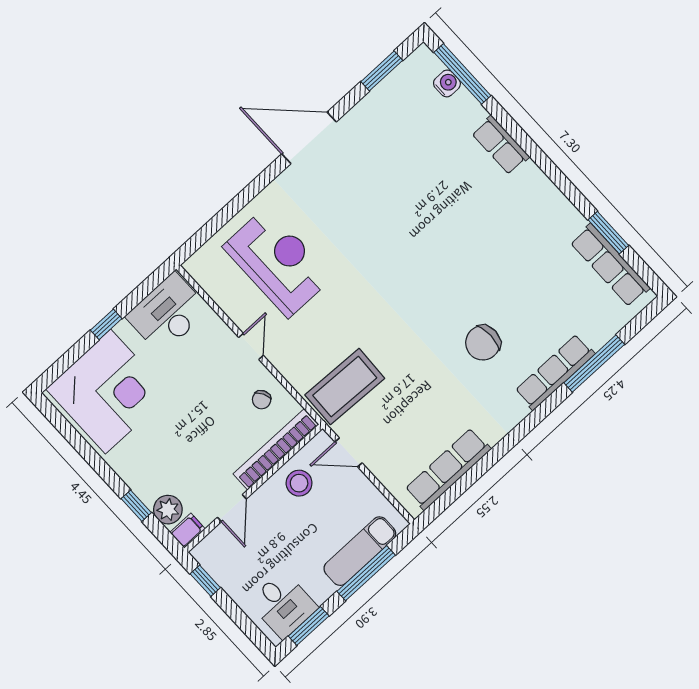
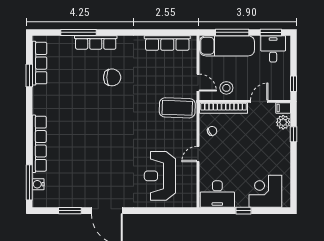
window: (382, 71) -> (70, 211), moved
row of seats: (500, 145) -> (39, 144), width x2.02
corner desk: (108, 392) -> (265, 191), width x0.74, depth x0.74
exam couch: (360, 551) -> (227, 46), width x1.36, depth x1.45

